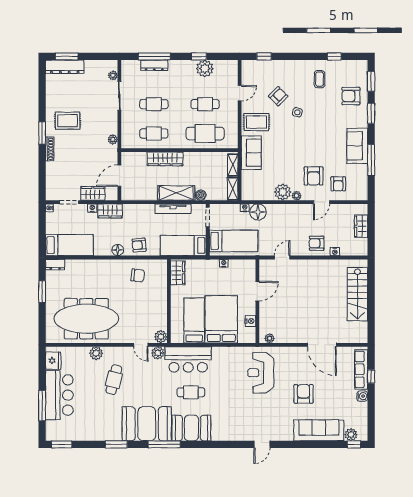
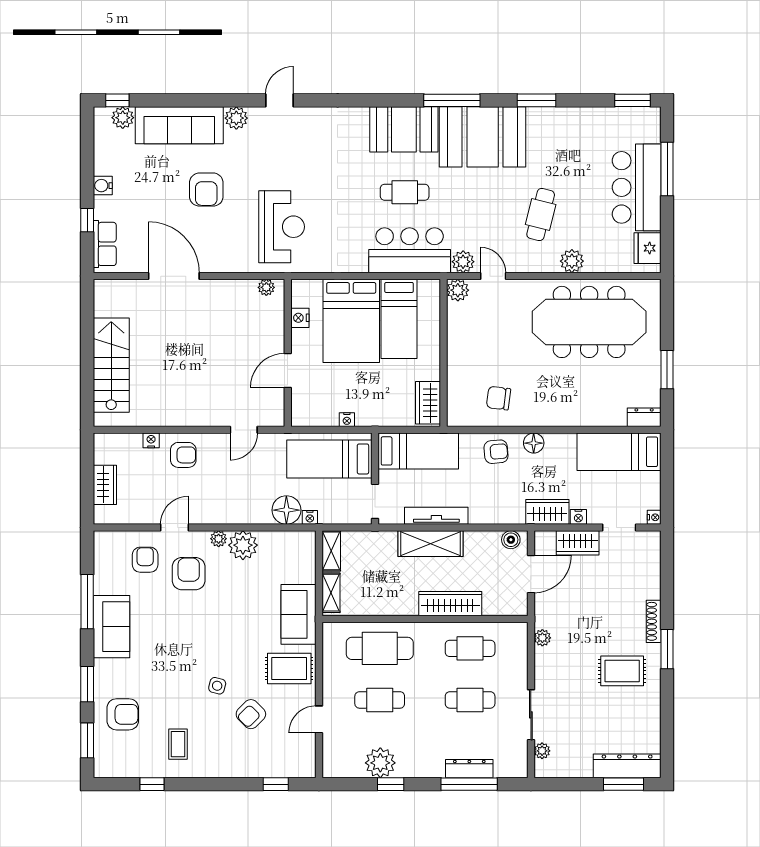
boiler: (201, 195) -> (511, 540), moved
row of seats: (361, 369) -> (105, 244), width x0.68
plant: (286, 434) -> (236, 118), added

